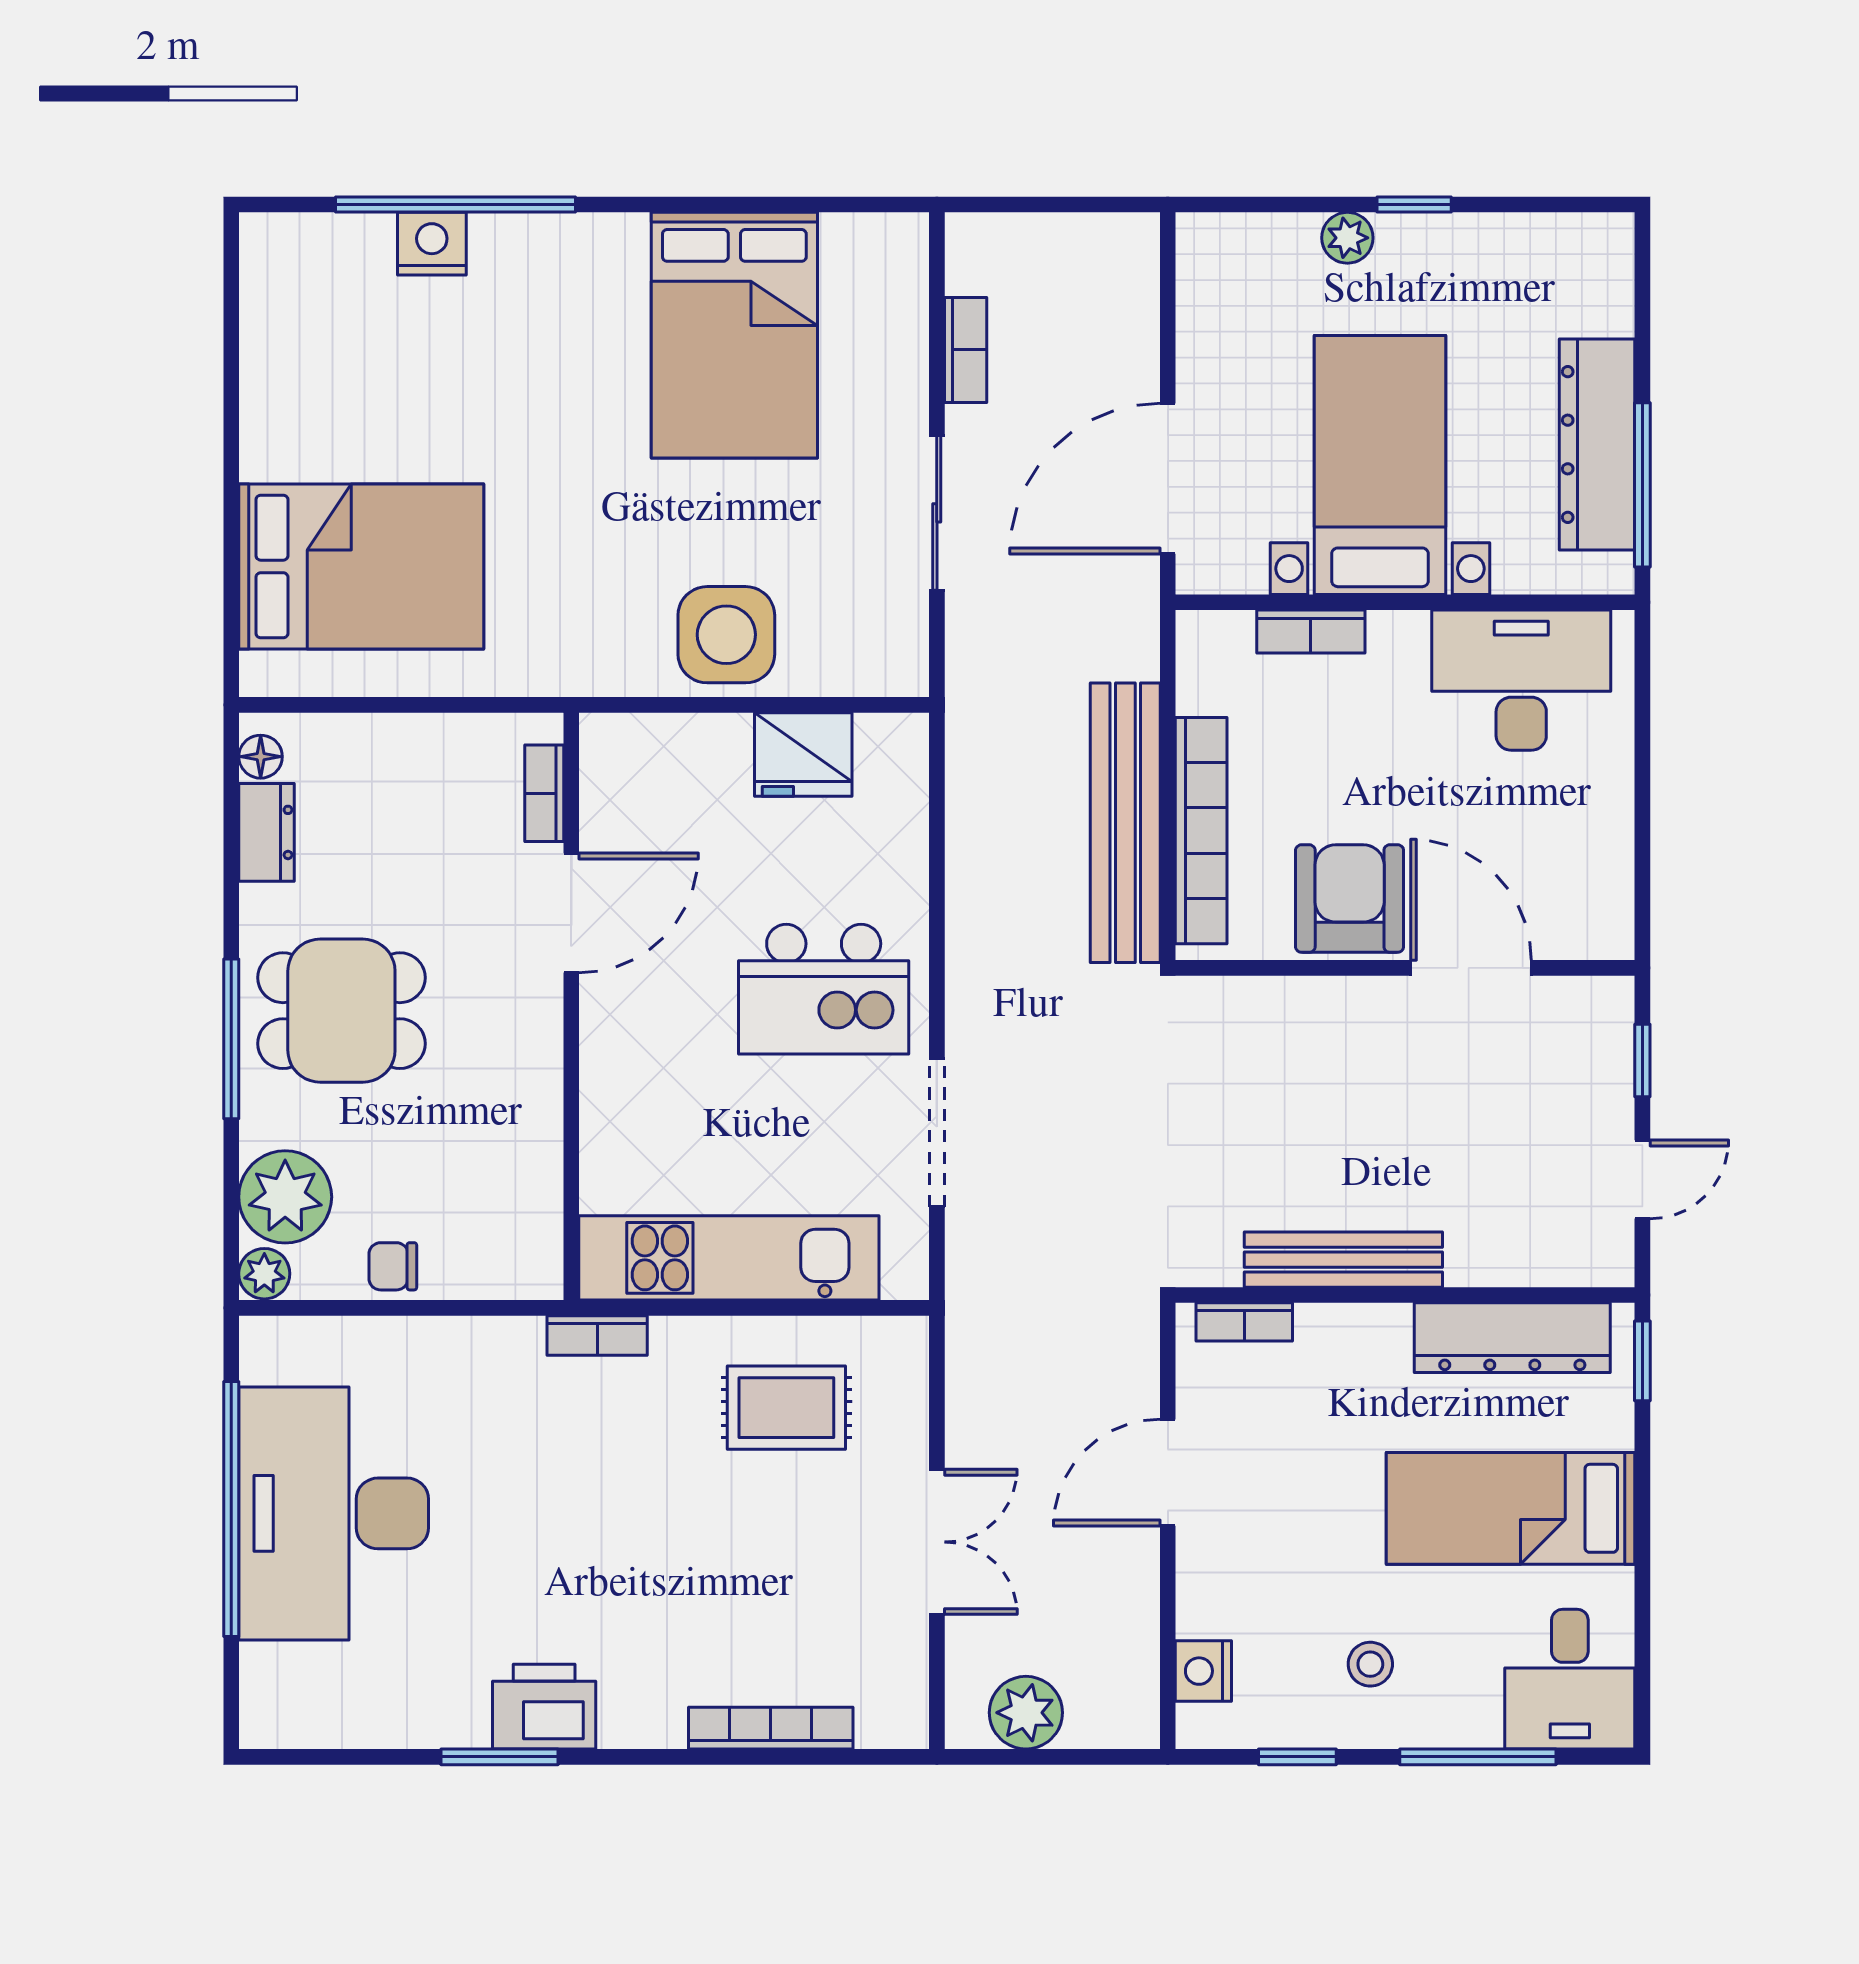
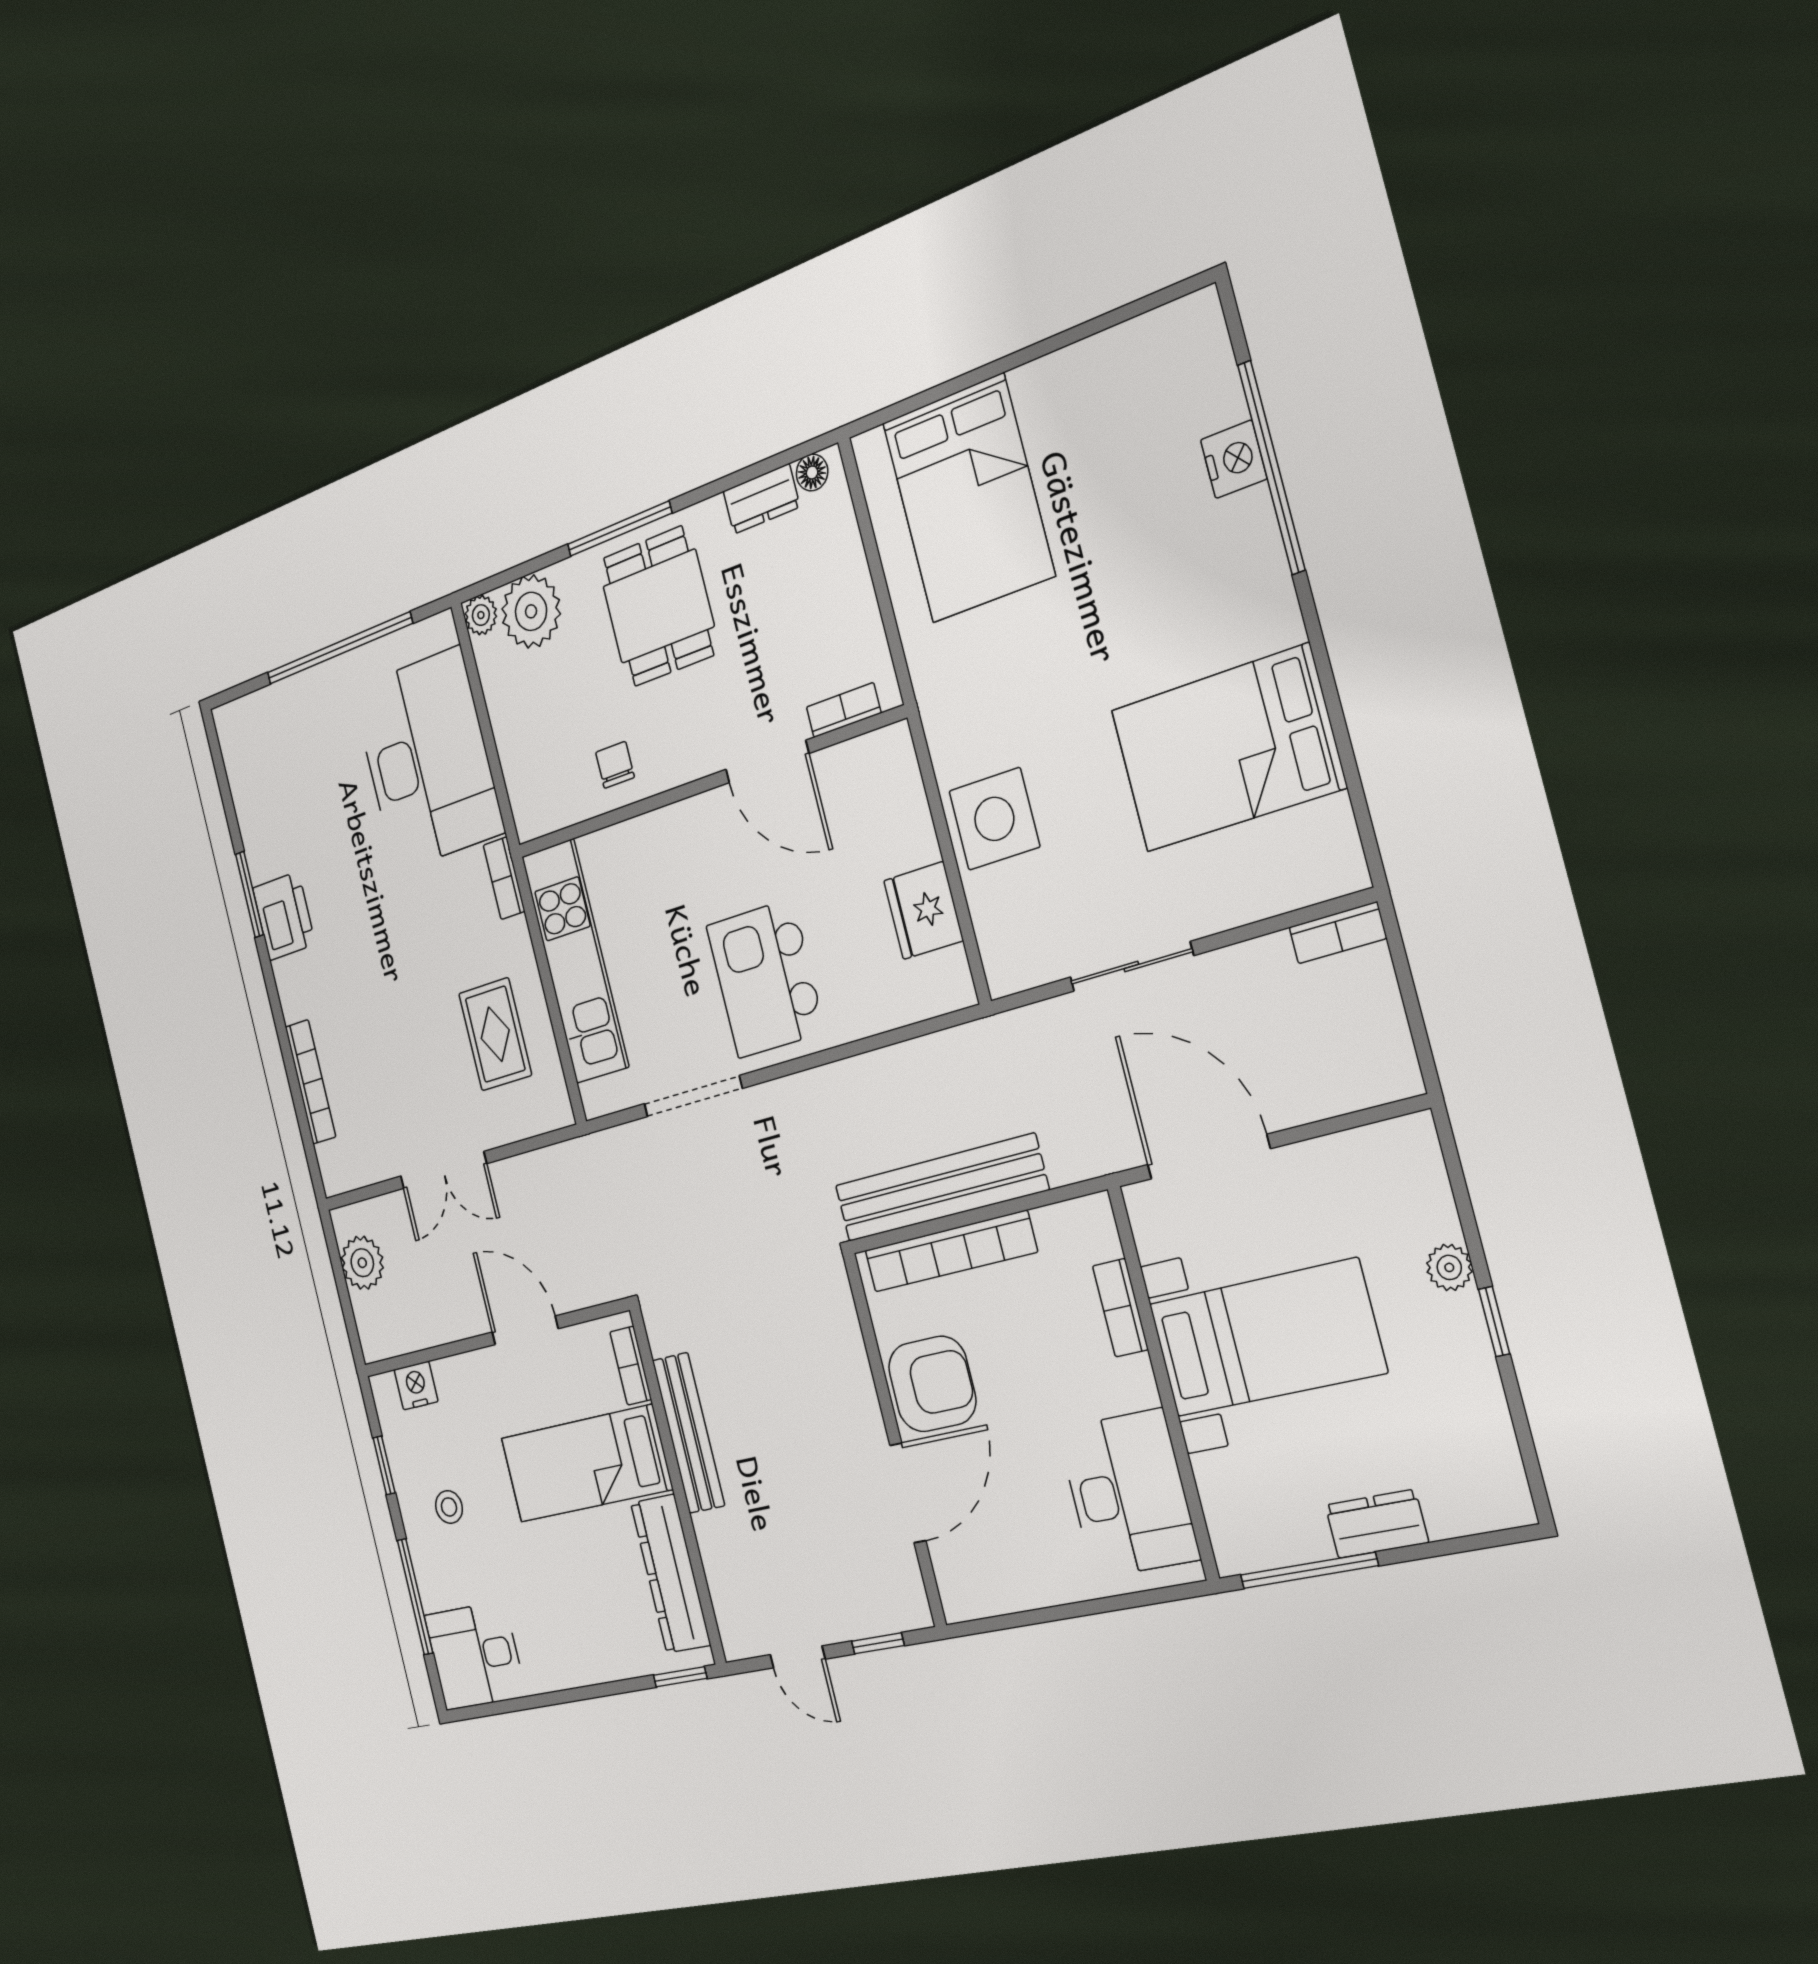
bookcase: (966, 350) -> (1338, 933), moved
dresser: (1597, 445) -> (1377, 1524), width x0.51, depth x0.80
chair: (393, 1266) -> (615, 765), moved
bed: (1511, 1508) -> (586, 1464), moved, turned -90
desk: (334, 1513) -> (428, 760), moved, turned 90

